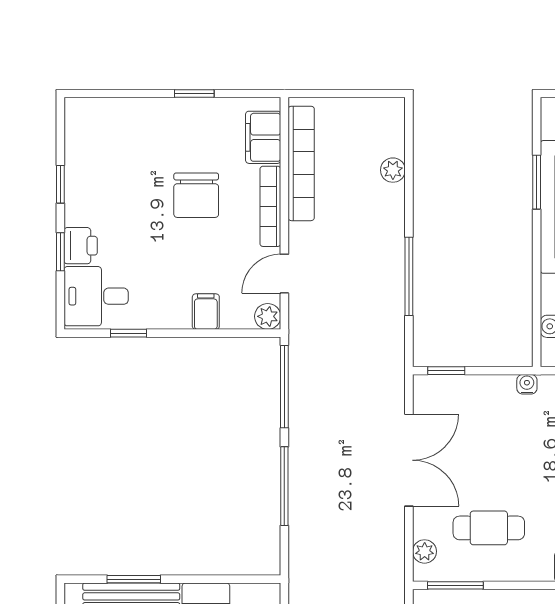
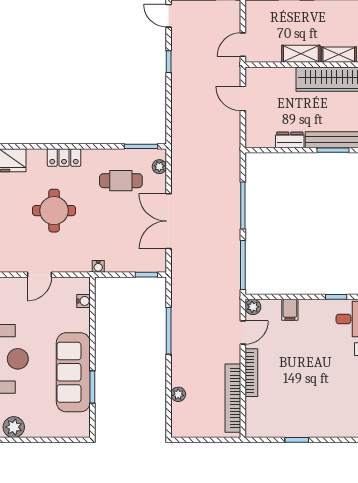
filing cabinet: (263, 137) -> (256, 414), removed
chair: (196, 195) -> (296, 379), removed

